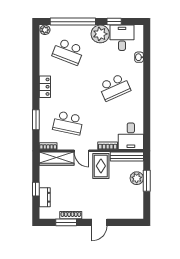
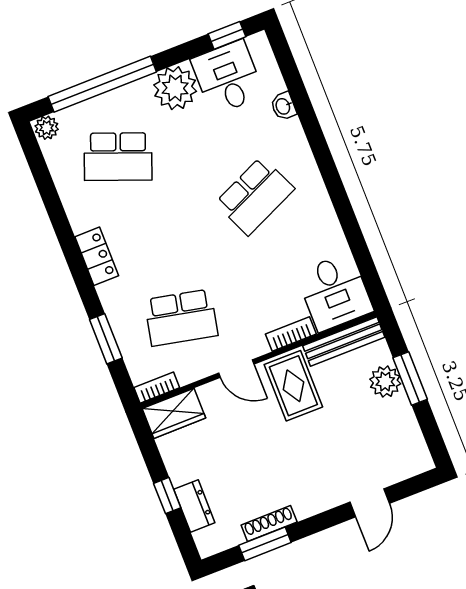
window: (114, 22) -> (227, 35), moved
wardrobe: (57, 159) -> (174, 413), width x0.67
door: (99, 222) -> (370, 503), moved

